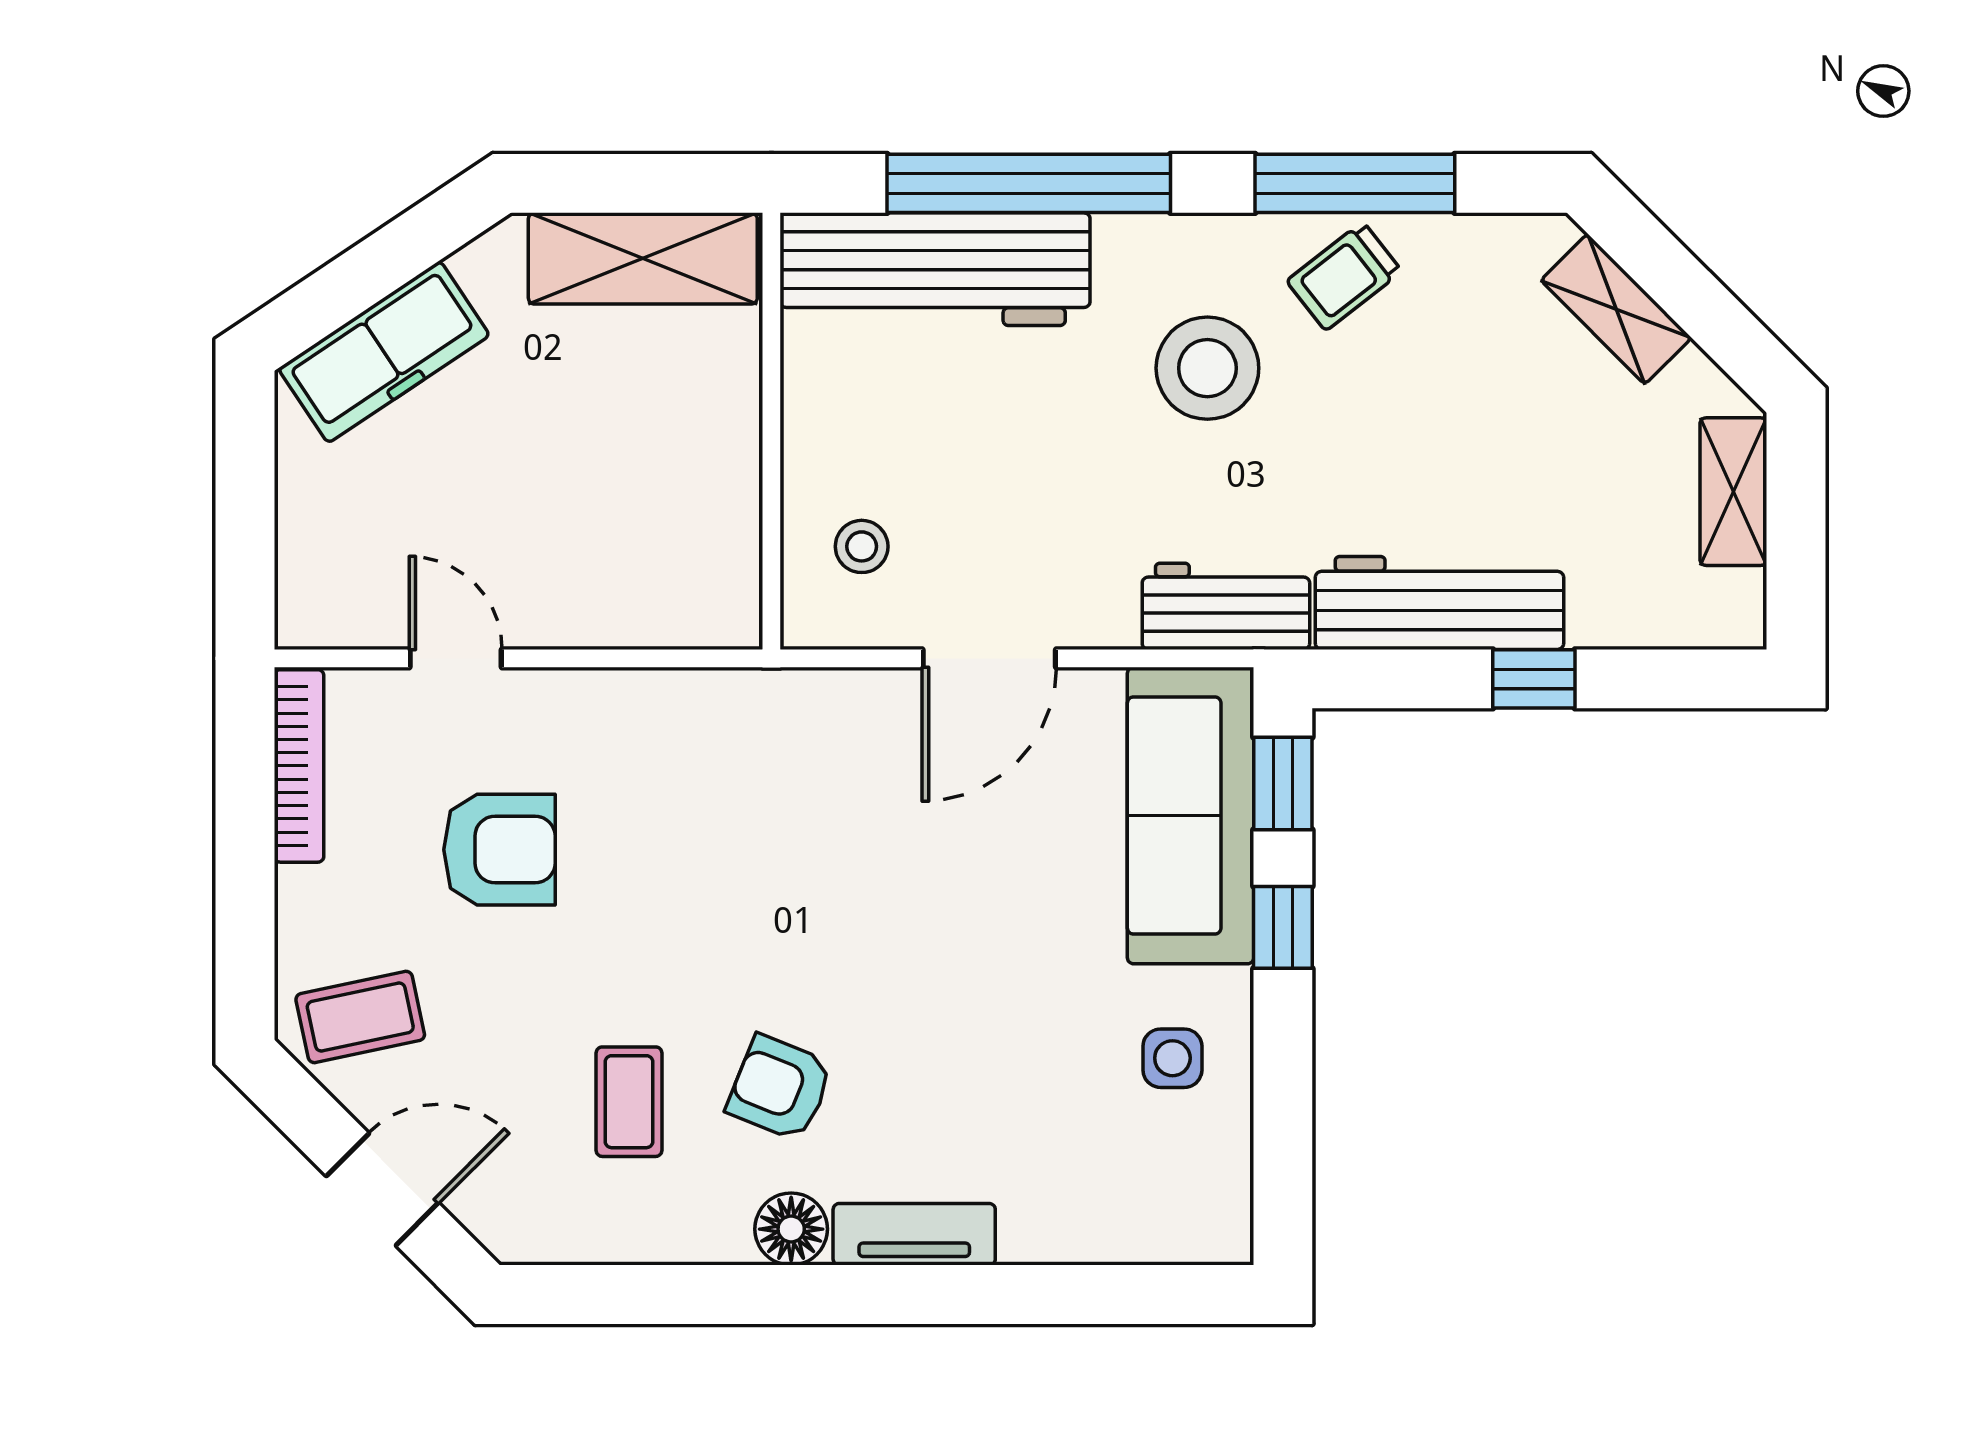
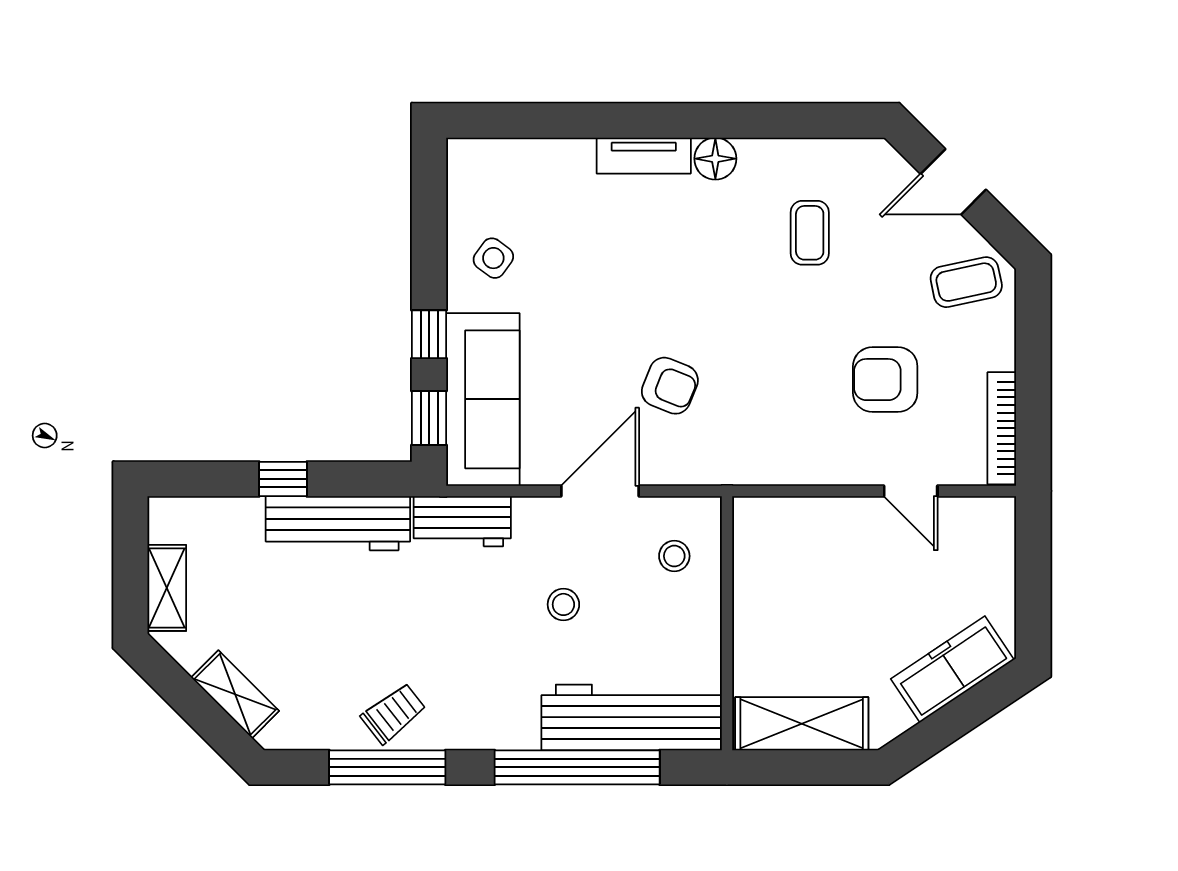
stool: (1207, 368) -> (563, 604), moved, width x0.53, depth x0.53
side table: (1172, 1058) -> (493, 258), turned 36
armchair: (780, 1088) -> (670, 386), moved

